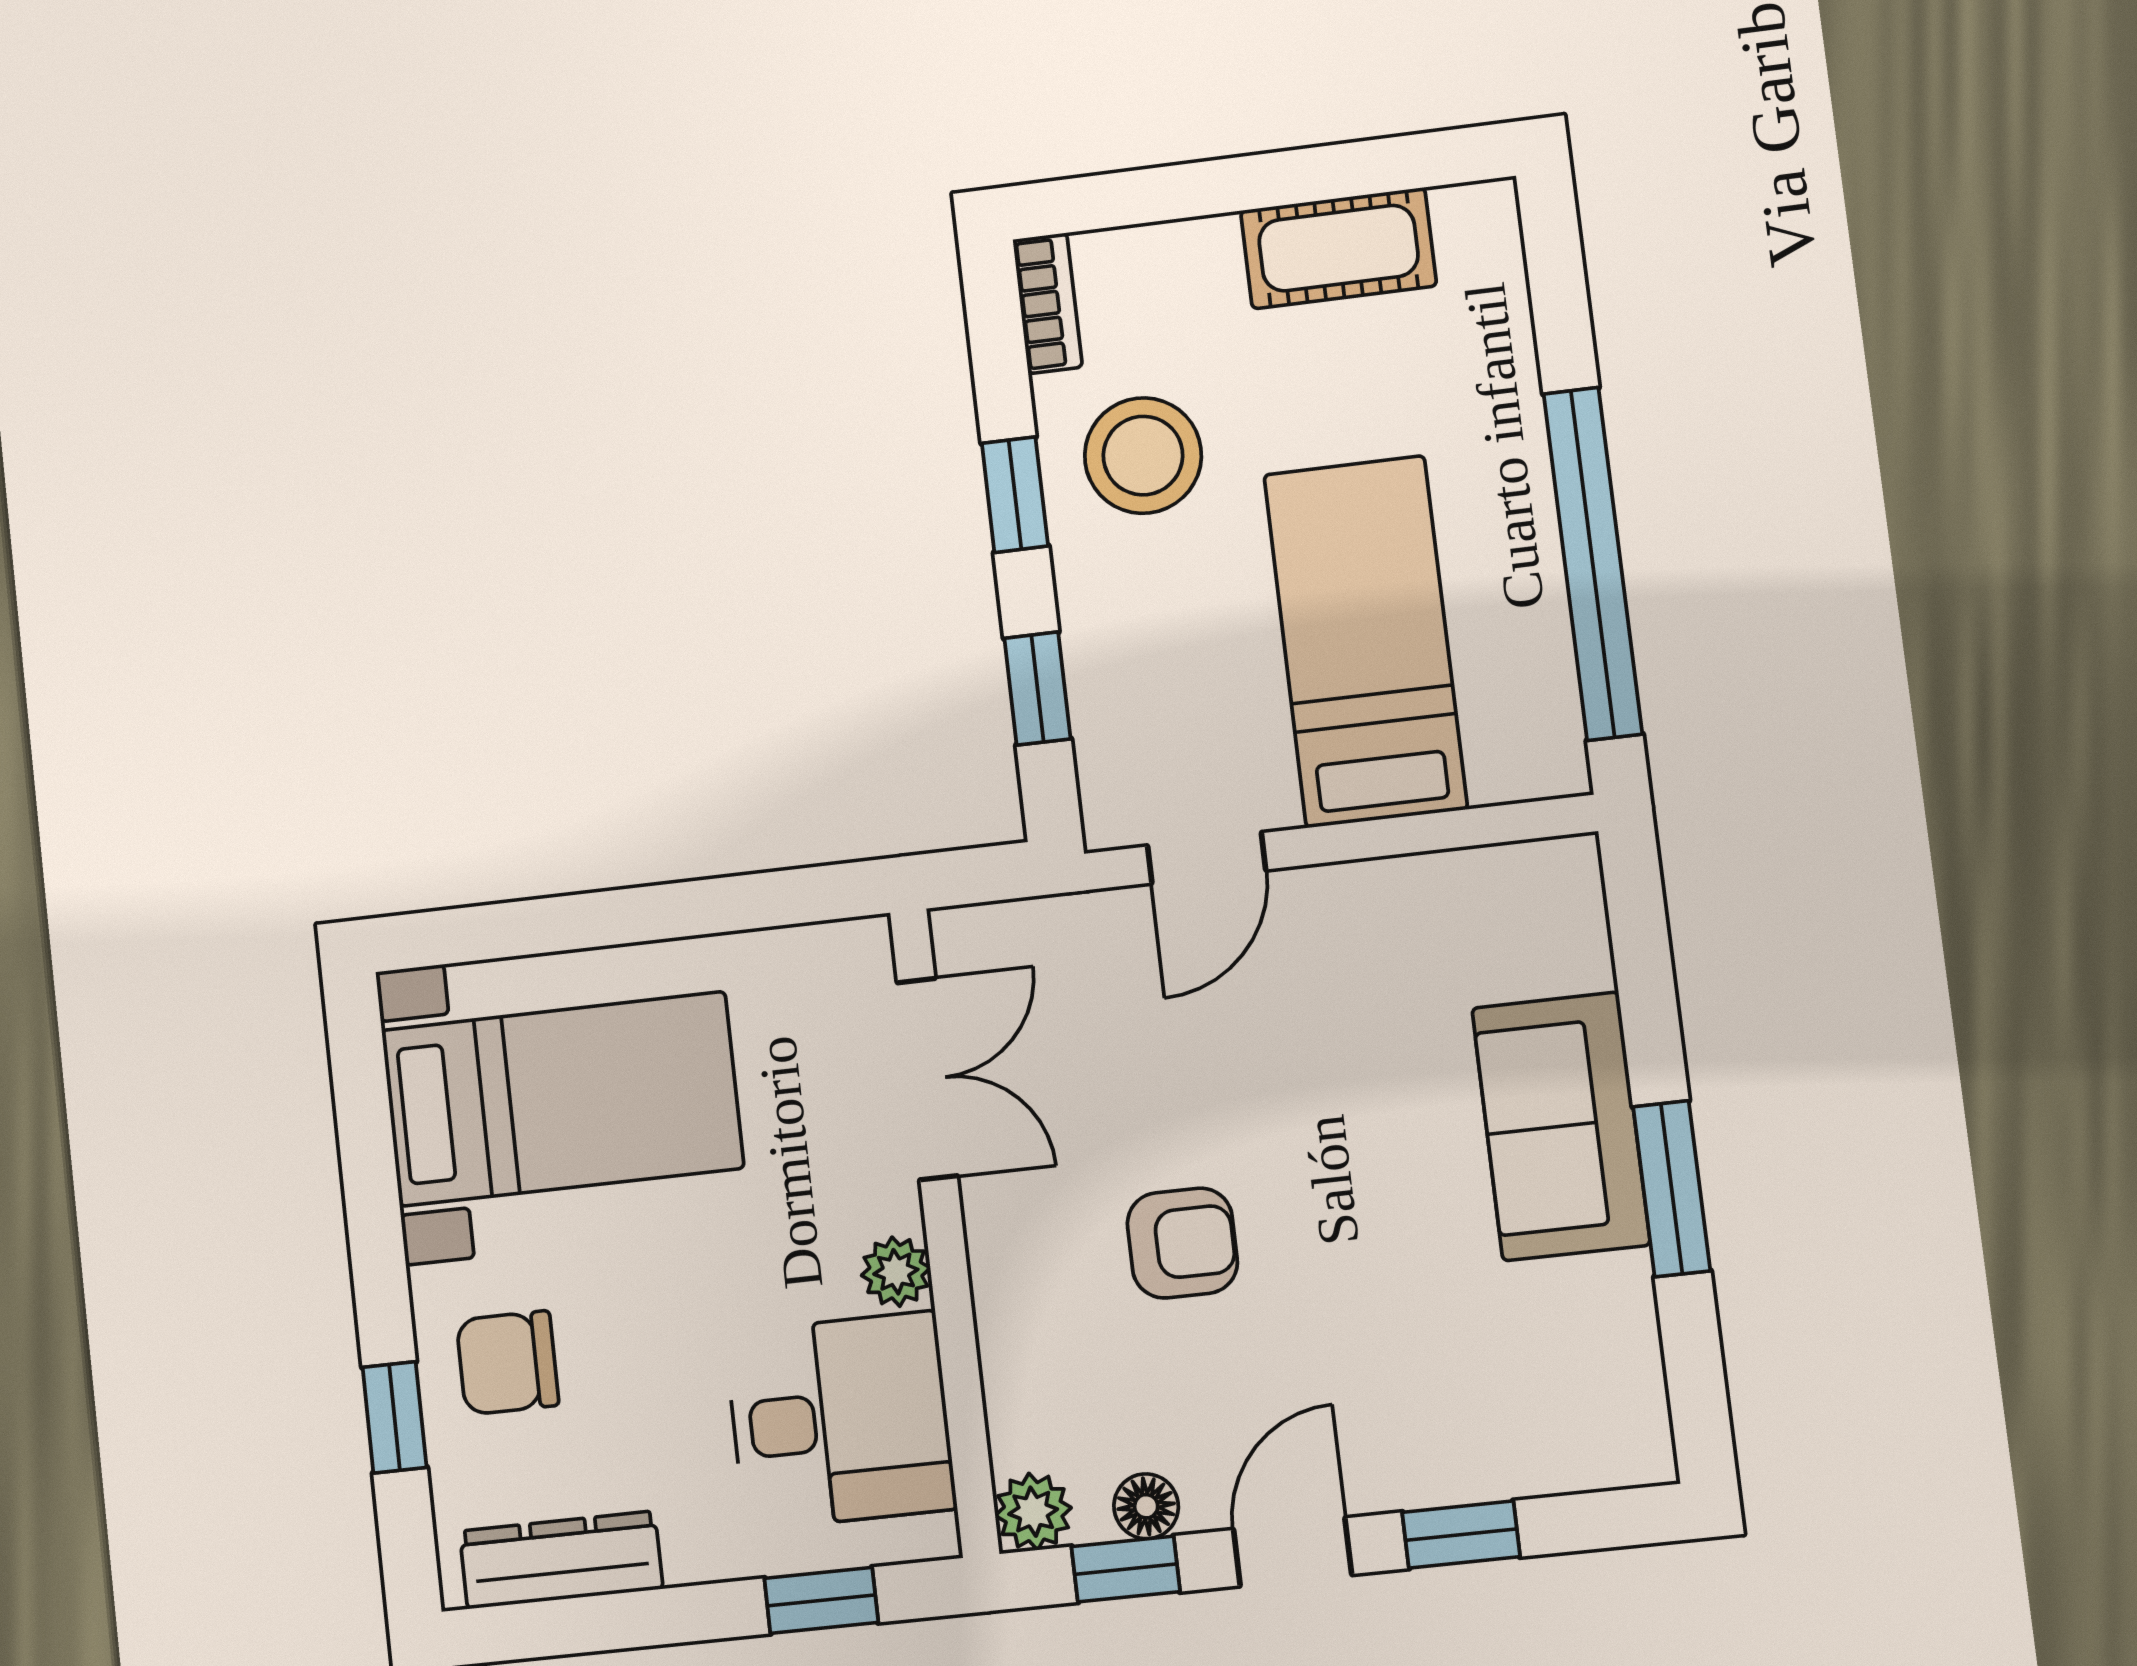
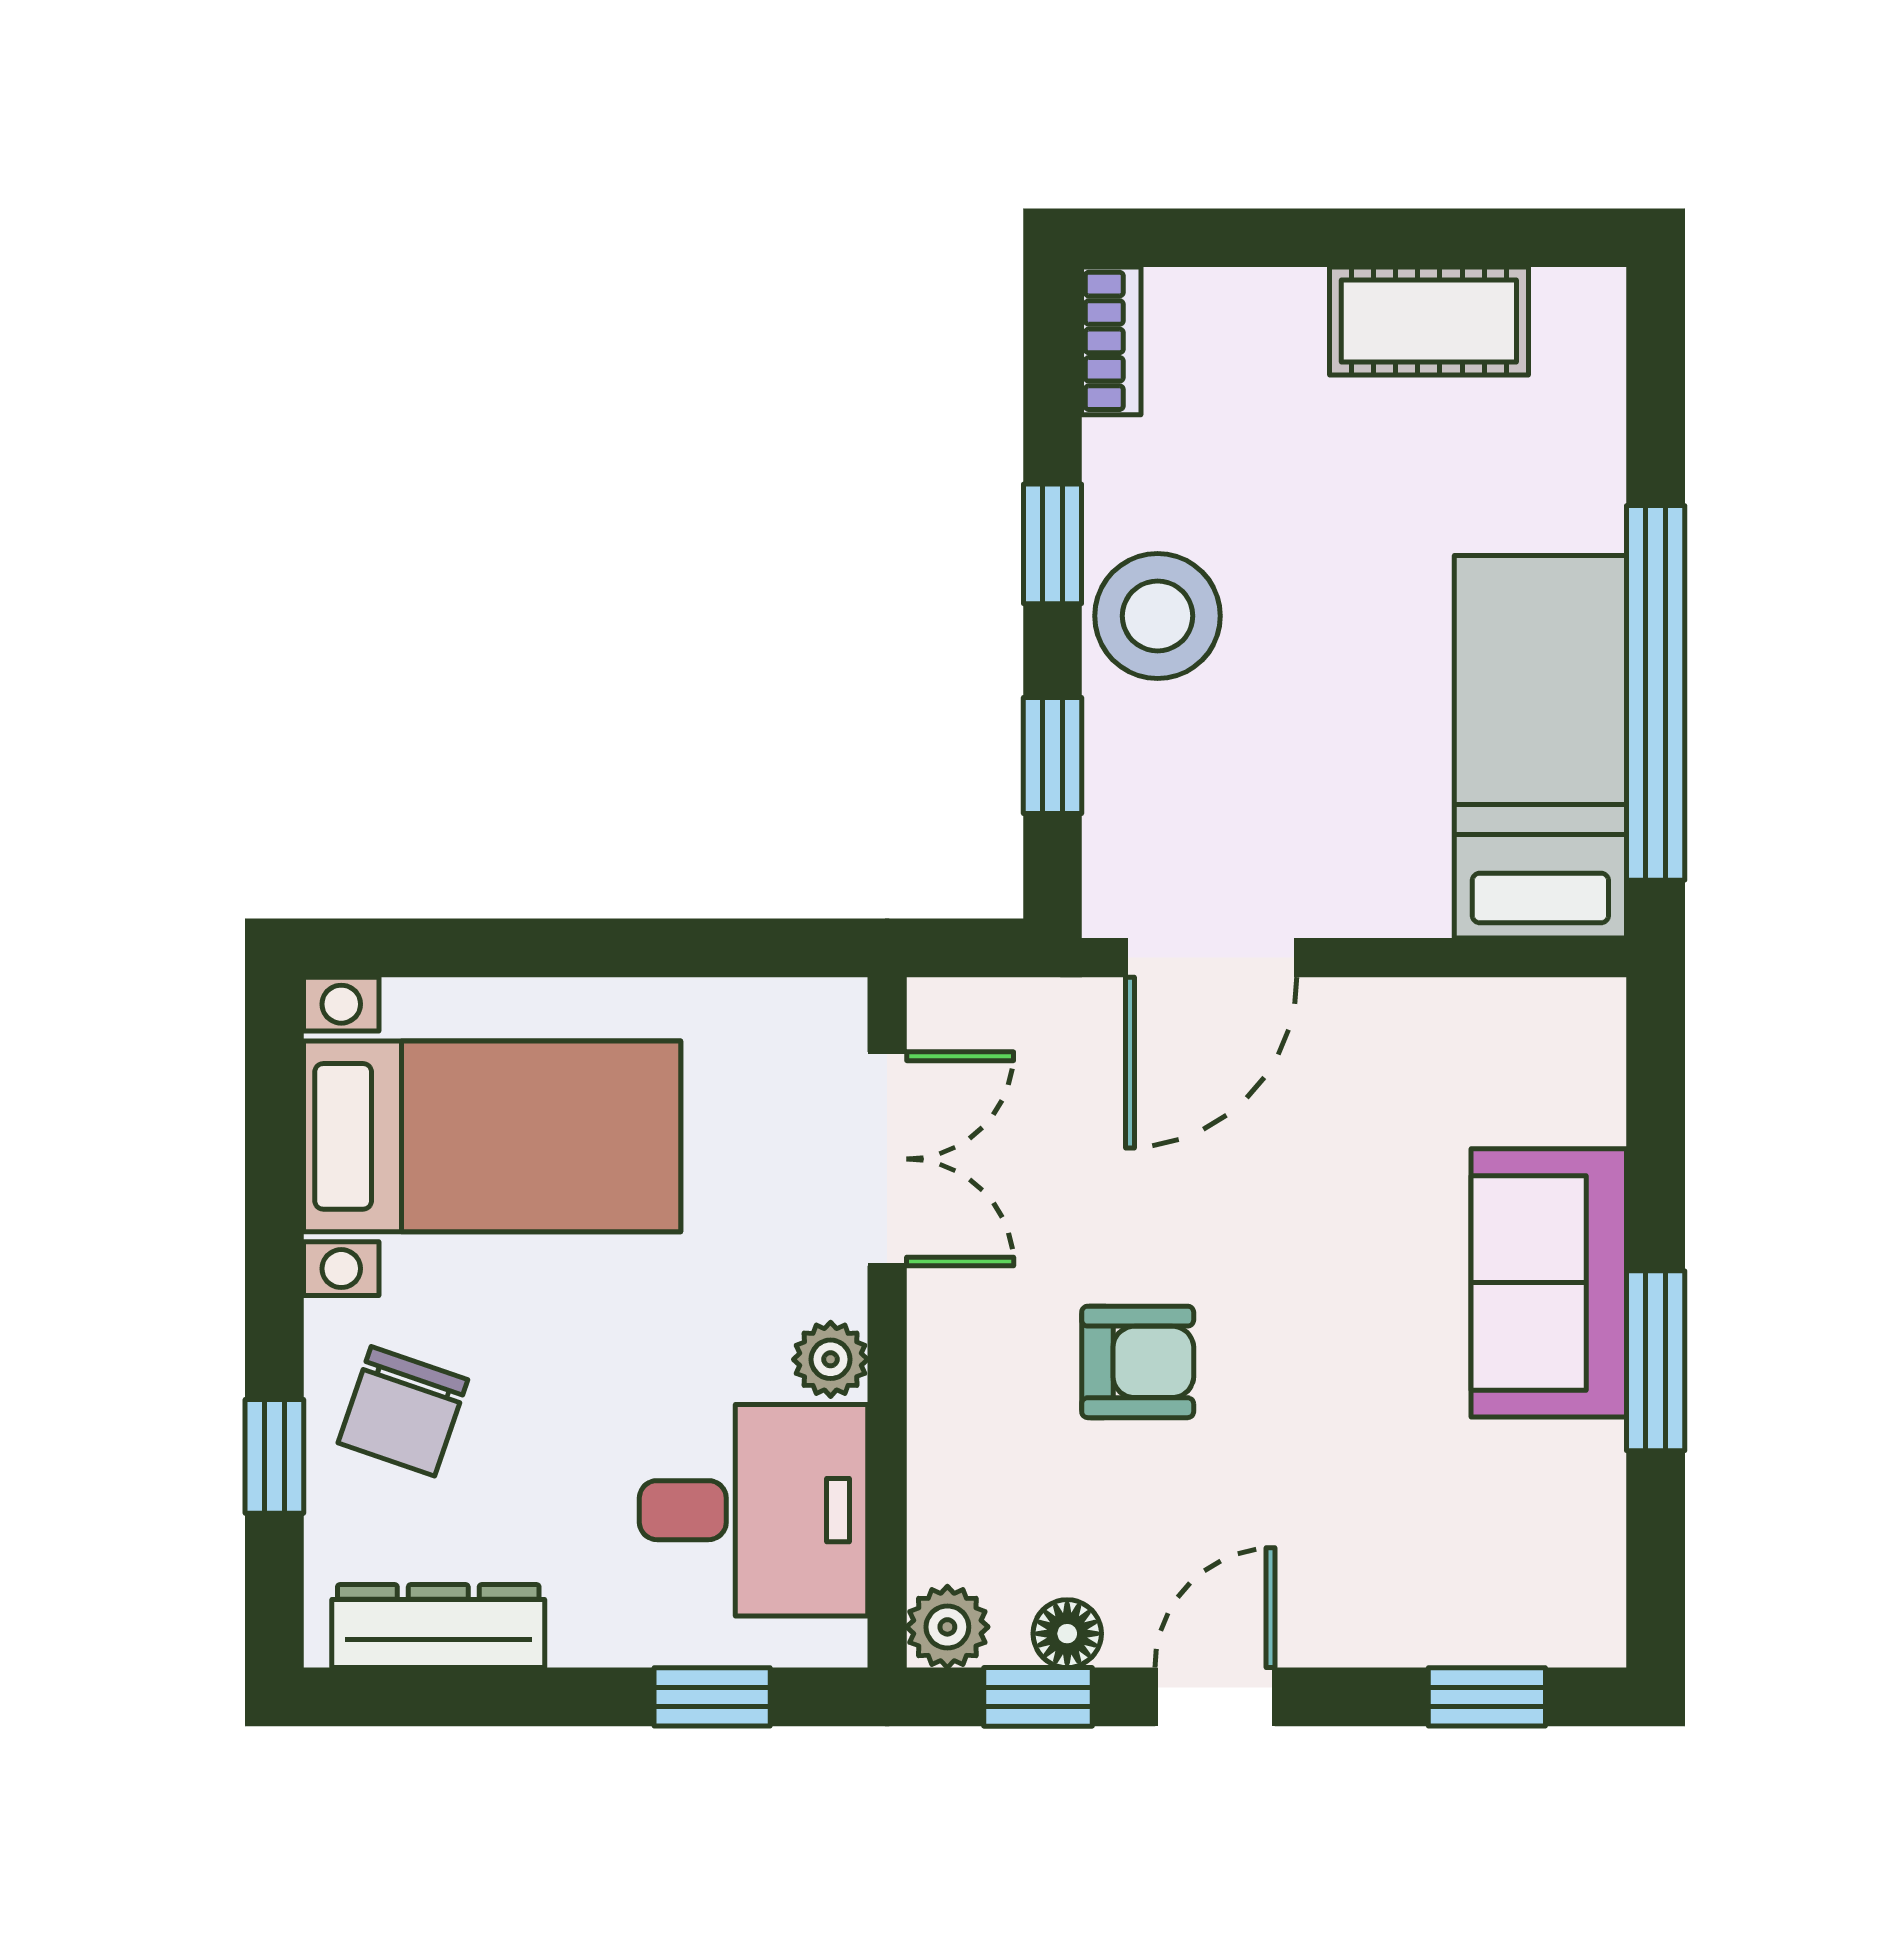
stool: (1143, 456) -> (1158, 616), moved
bed: (1365, 641) -> (1540, 747), moved
door: (1207, 858) -> (1211, 958), width x1.38
chair: (507, 1363) -> (403, 1411), turned -71
window: (1461, 1535) -> (1487, 1697), moved

